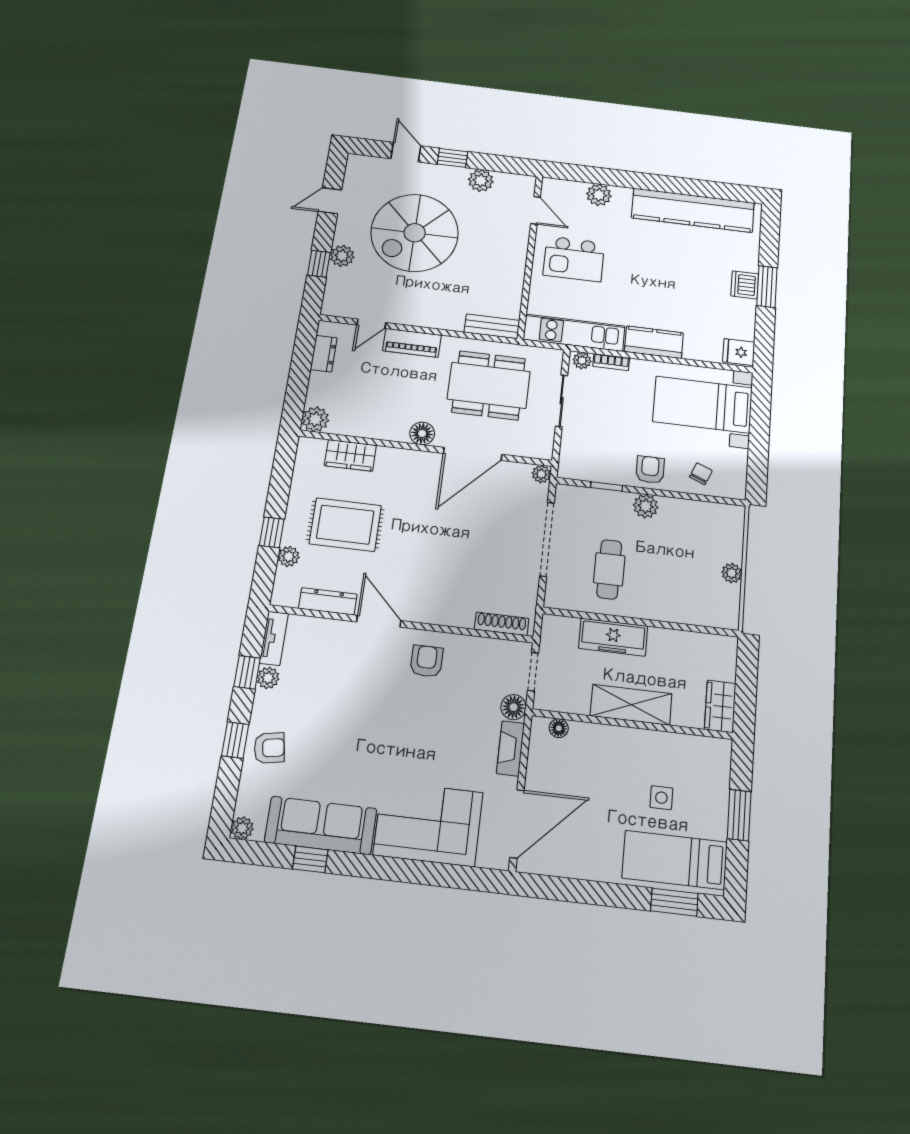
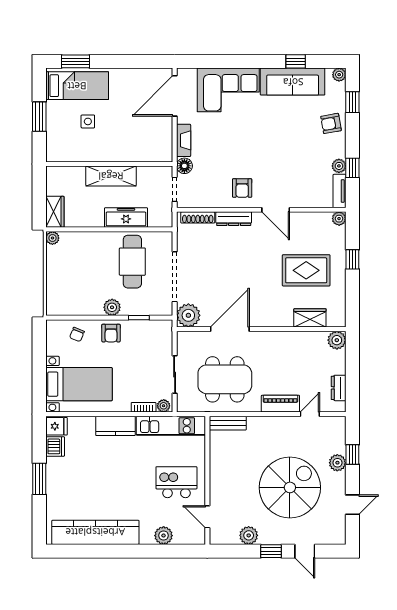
dishwasher: (745, 285) -> (55, 446), moved
floor lamp: (422, 433) -> (265, 339), removed
plant: (541, 474) -> (188, 315), width x1.88, depth x1.88
plant: (289, 556) -> (339, 219), moved
cafe table: (609, 569) -> (132, 262), width x1.37, depth x1.35
plant: (732, 573) -> (52, 238), moved
dresser: (328, 601) -> (234, 219), moved
wardrobe: (720, 706) -> (55, 212), moved
floor lamp: (559, 728) -> (155, 156), removed
window: (235, 740) -> (352, 102), moved

